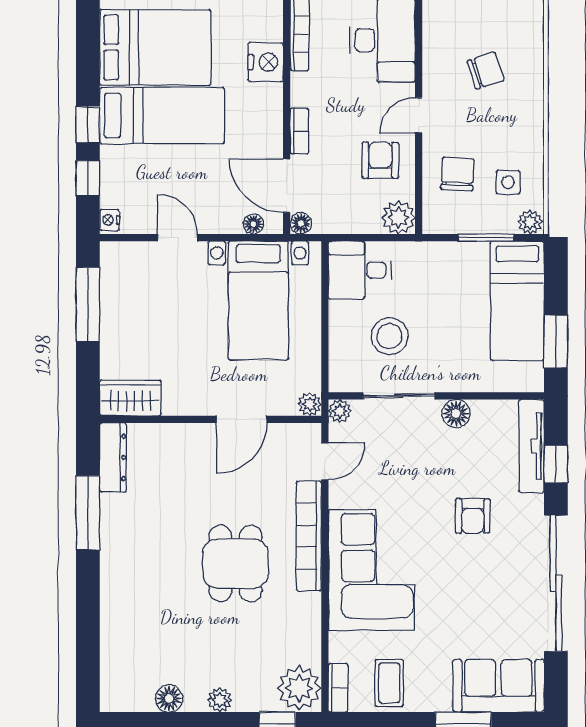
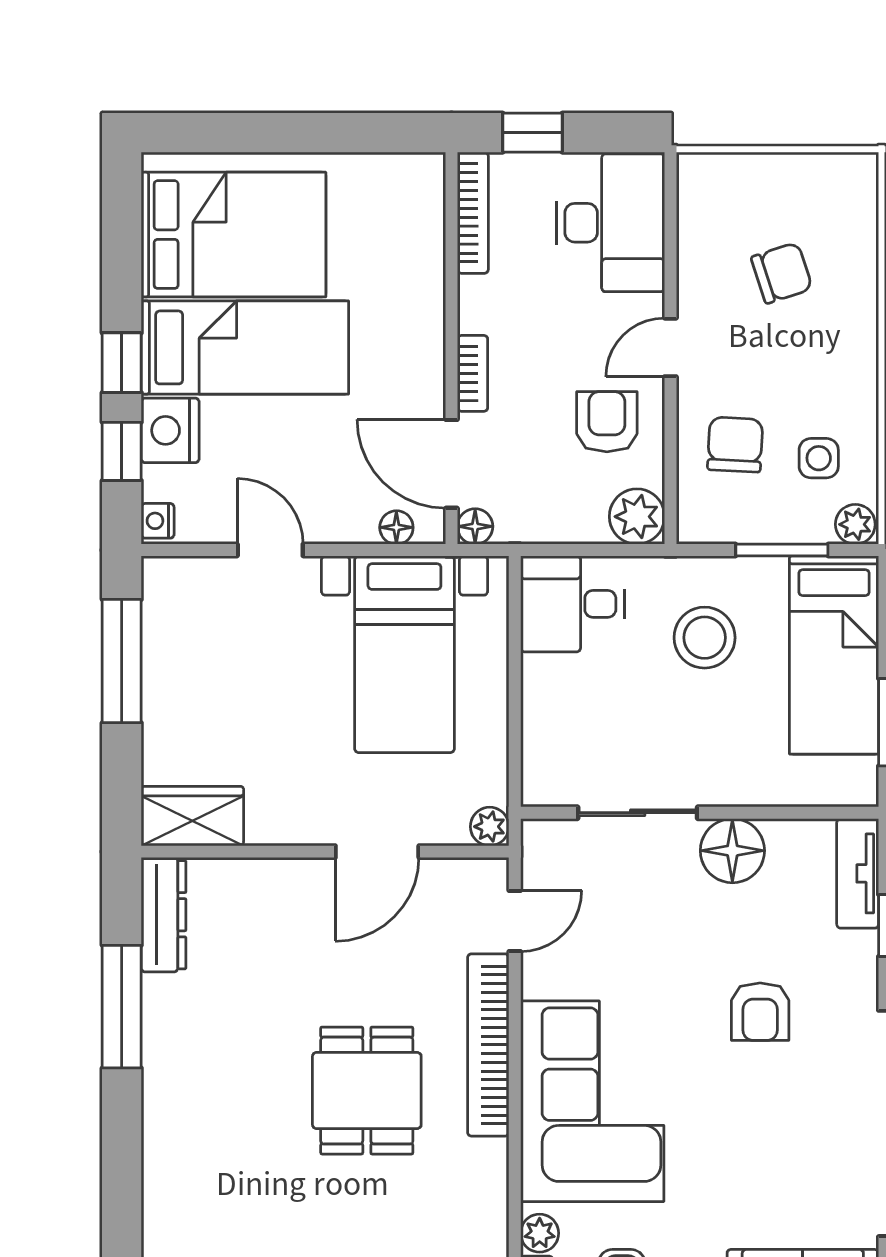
nightstand: (266, 62) -> (170, 430), moved, turned 180
stool: (390, 336) -> (705, 638), moved
plant: (340, 411) -> (540, 1233), moved
floor lamp: (456, 414) -> (732, 851), width x1.38, depth x1.38
tv unit: (532, 446) -> (858, 873), width x0.71

